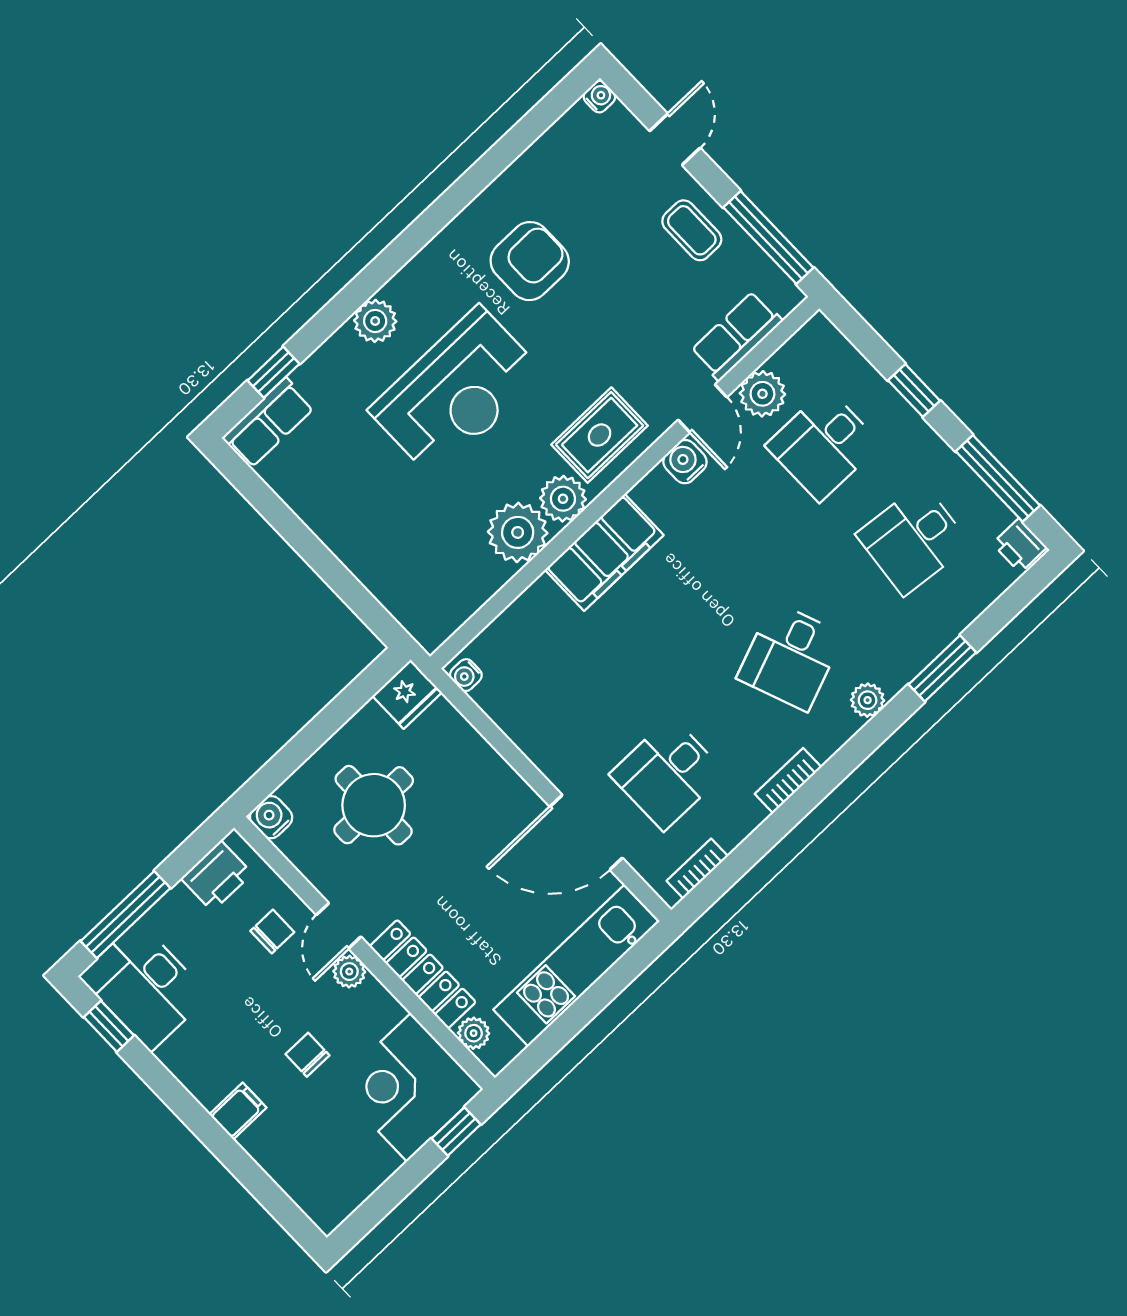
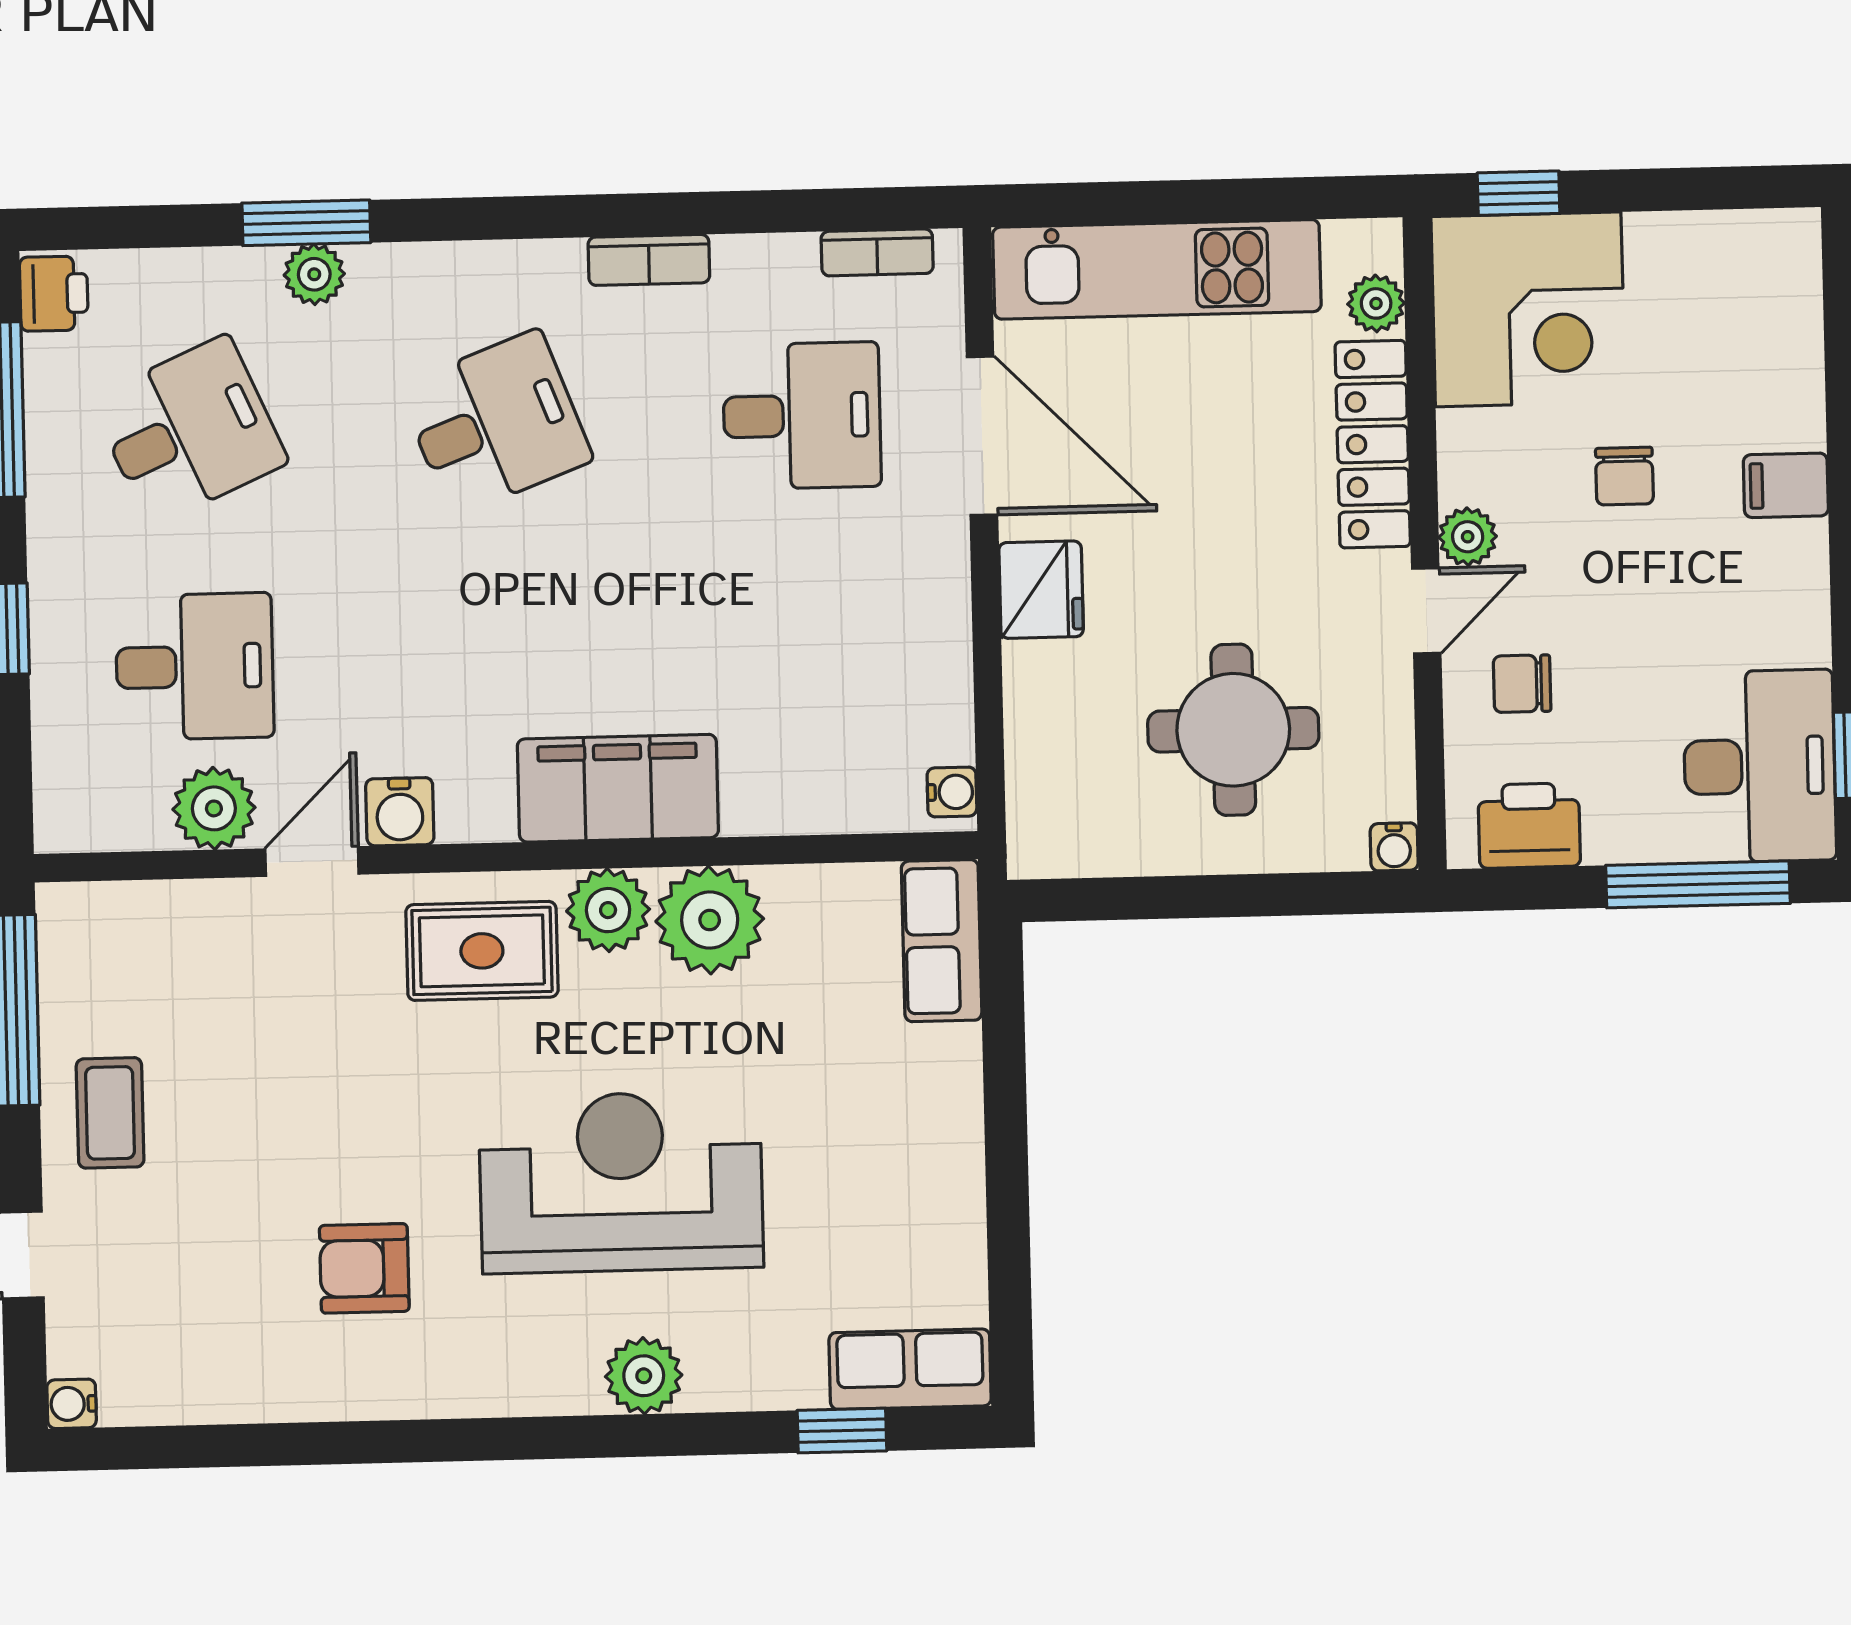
armchair: (530, 261) -> (364, 1268), width x0.72, depth x0.72
row of seats: (736, 336) -> (942, 941), moved, turned 90
desk: (913, 539) -> (189, 431), turned -30
fridge: (407, 694) -> (1041, 590), moved, turned 90
plant: (868, 700) -> (314, 274), moved
water cooler: (271, 817) -> (1394, 847), width x0.72, depth x0.72

